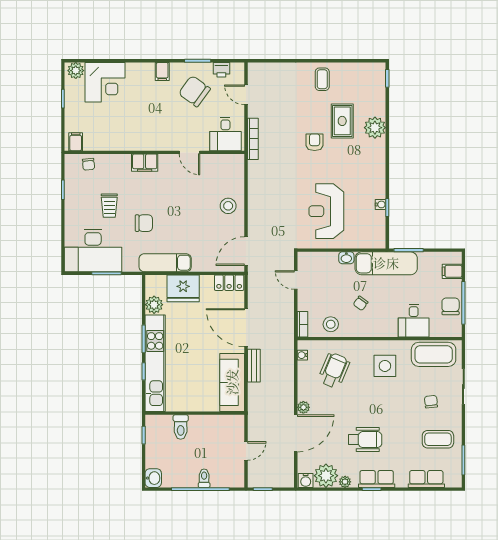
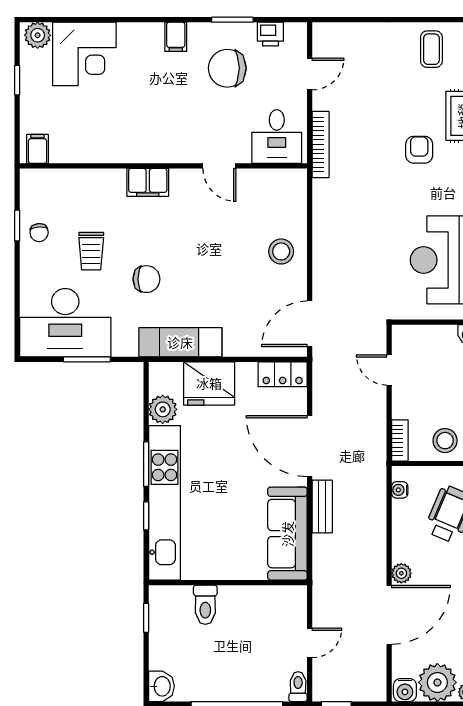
chair: (194, 91) -> (227, 68), turned -36
door: (246, 95) -> (310, 74), swing flipped
chair: (88, 164) -> (39, 233), moved
toilet: (204, 478) -> (298, 687), moved

